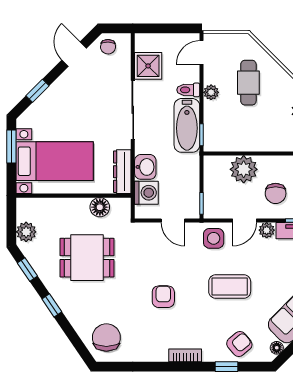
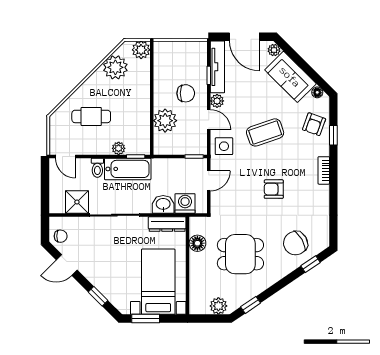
plant: (211, 92) -> (119, 148), moved
dining table: (87, 258) -> (240, 254), turned 90
coffee table: (230, 287) -> (265, 132), turned 71
window: (52, 305) -> (311, 264), moved
chair: (106, 337) -> (296, 243), moved, turned -30
armchair: (239, 344) -> (314, 124), turned -120

